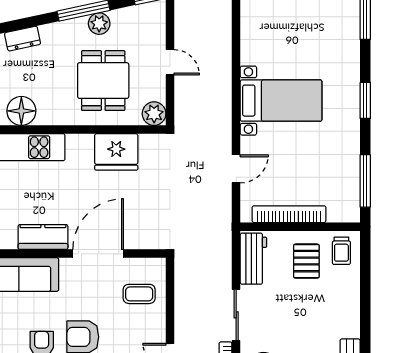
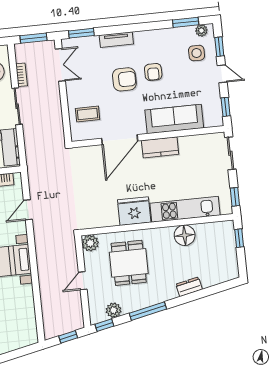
plant: (99, 24) -> (114, 310), moved
door: (170, 62) -> (83, 281), hinge flipped
fridge: (116, 152) -> (134, 211), moved

